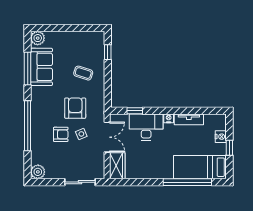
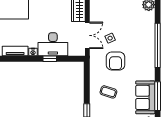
window: (135, 111) -> (50, 59), moved
armchair: (61, 134) -> (128, 38), removed
double door: (107, 137) -> (87, 35), swing flipped

